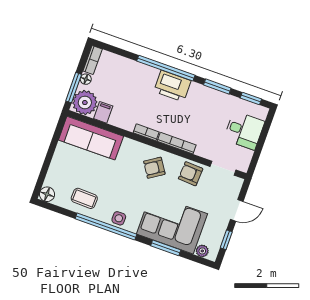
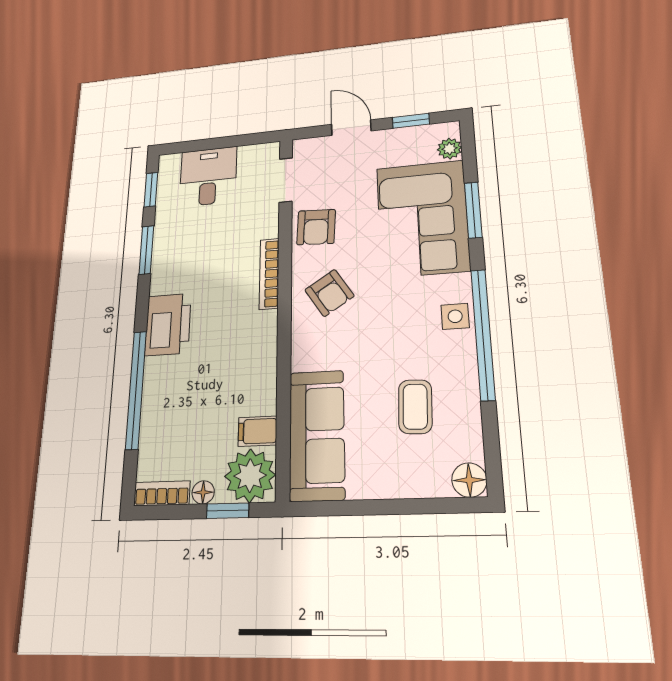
window: (166, 68) -> (136, 389), moved
window: (74, 88) -> (228, 511), width x0.67
bookcase: (146, 132) -> (268, 335), removed
coffee table: (84, 198) -> (415, 407), moved

